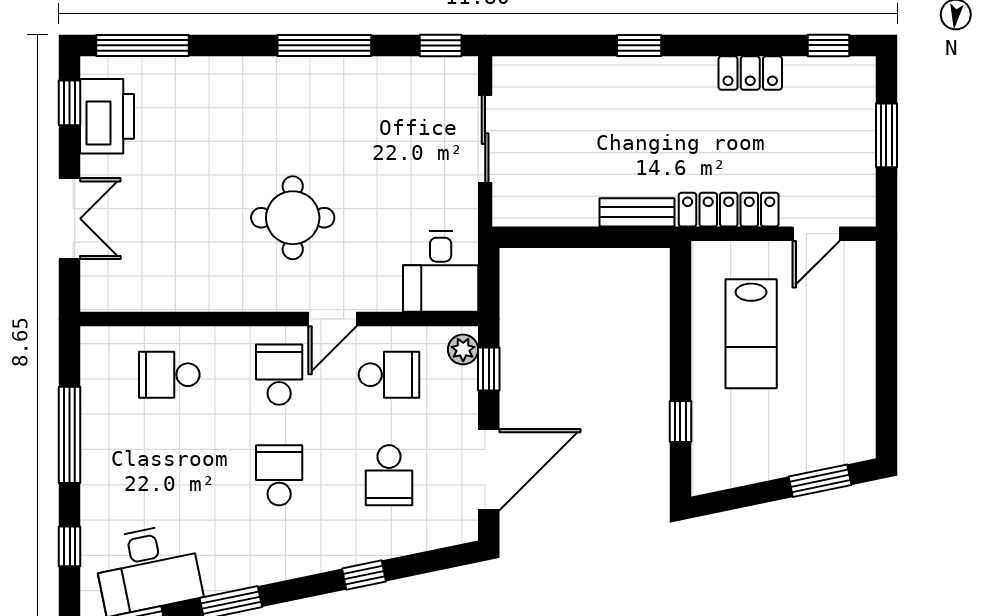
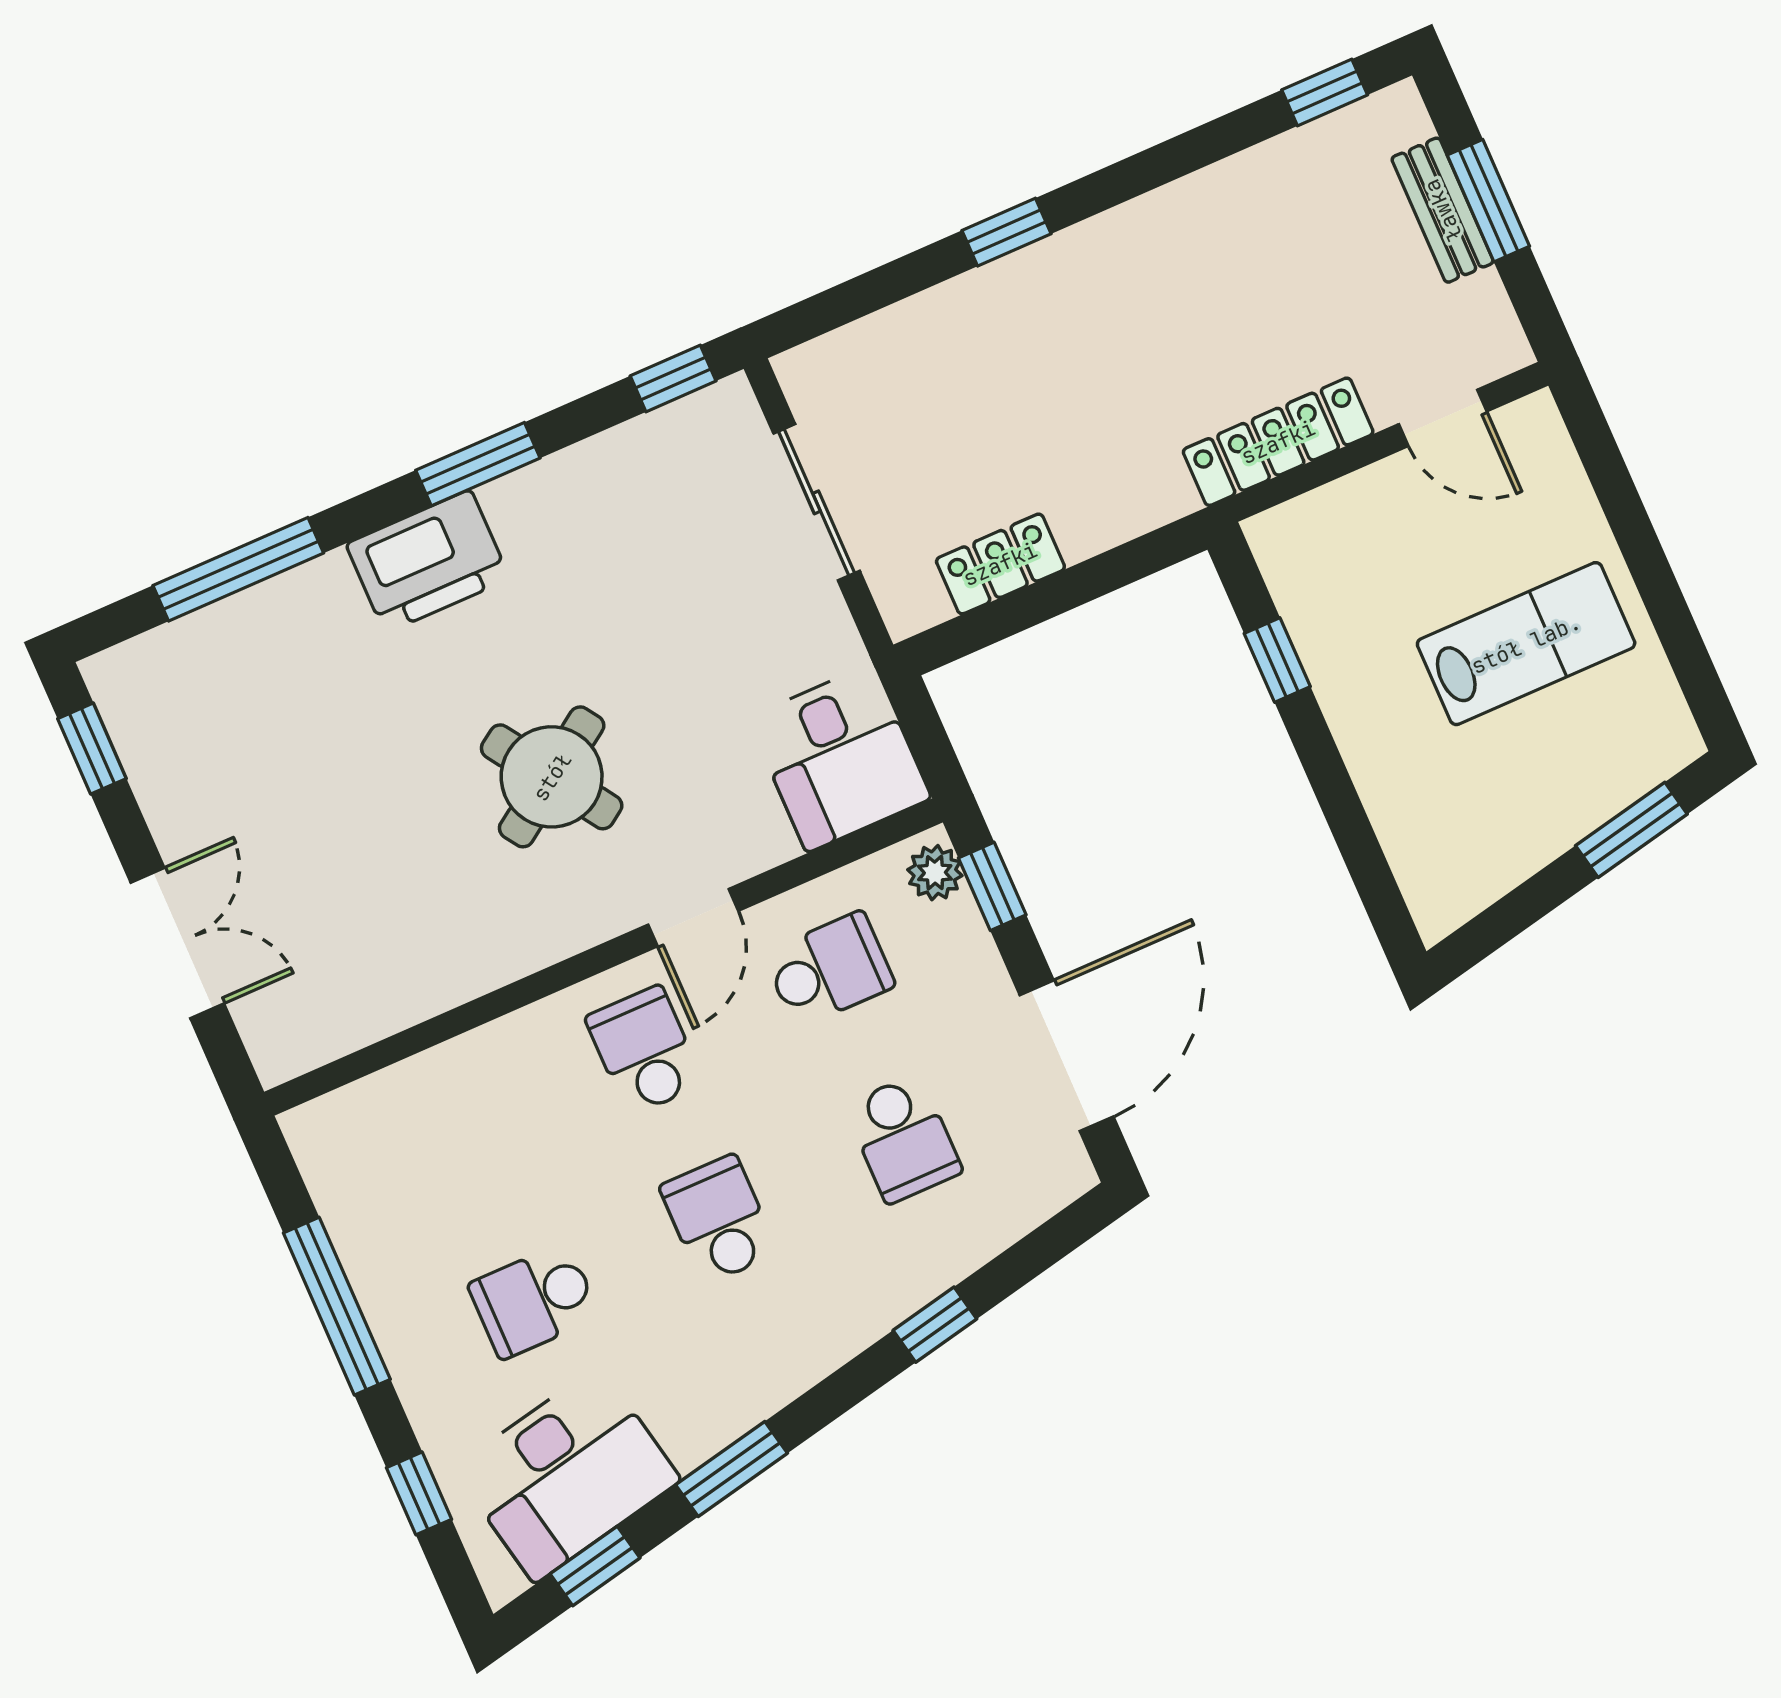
window: (143, 45) -> (238, 569), moved
window: (324, 45) -> (478, 464), width x0.69
locker: (750, 73) -> (1000, 564), moved, turned 180
printer: (107, 116) -> (428, 561), moved, turned 90
bench: (637, 212) -> (1443, 210), moved, turned 90
round table: (293, 218) -> (552, 777), turned -34
door: (816, 234) -> (1443, 418), hinge flipped
lab bench: (751, 334) -> (1526, 644), moved, turned -90
school desk: (169, 375) -> (534, 1301), moved
window: (680, 422) -> (1277, 660), moved

